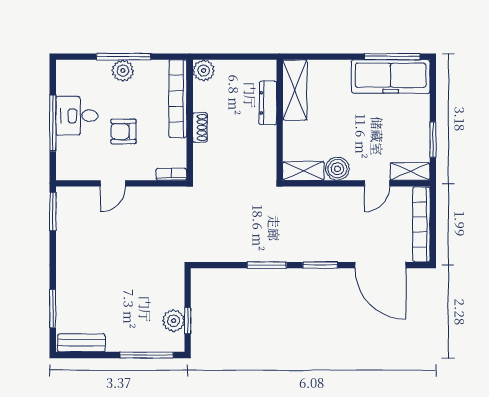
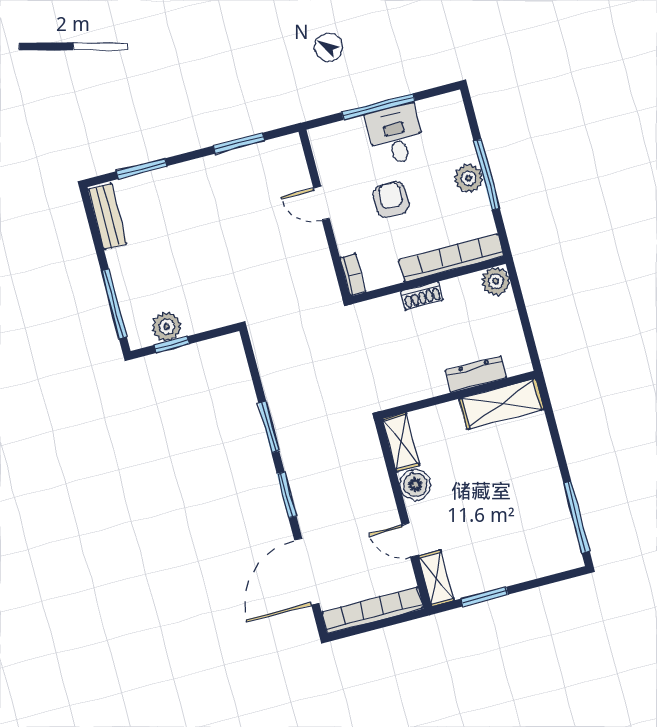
freezer: (391, 77) -> (551, 522), removed
window: (53, 212) -> (239, 143), moved

